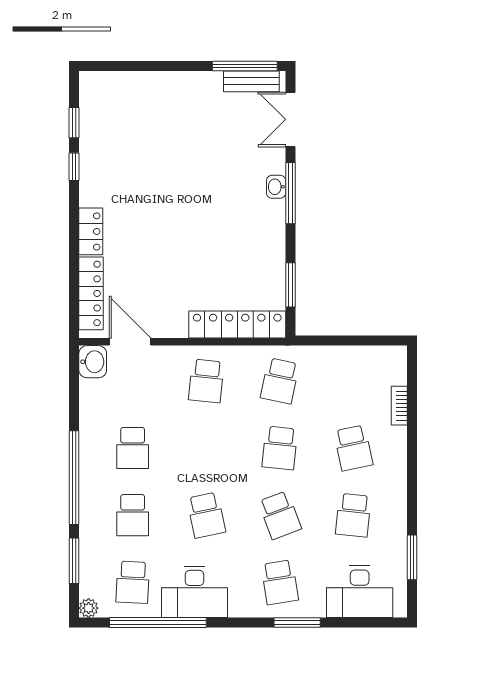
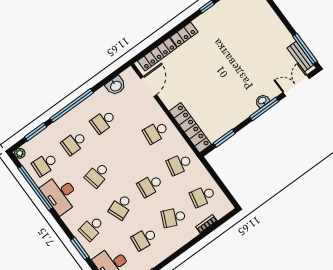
washbasin: (93, 362) -> (116, 86), moved
school desk: (353, 381) -> (203, 196), added
school desk: (353, 448) -> (173, 217), turned 36

